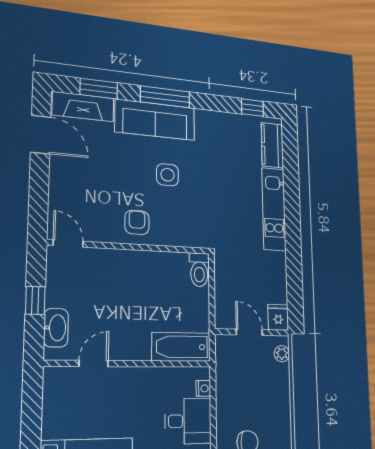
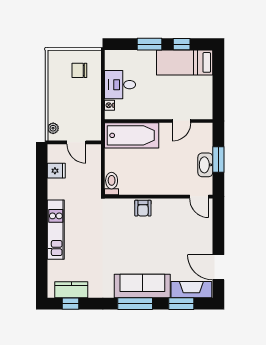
kitchen counter: (272, 145) -> (71, 290), moved, turned -90
side table: (167, 175) -> (134, 248), removed
armchair: (137, 222) -> (143, 208), moved
window: (35, 300) -> (218, 160), width x1.50
fridge: (278, 317) -> (56, 171), moved, turned -90
washbasin: (56, 328) -> (205, 165), moved
bathtub: (181, 347) -> (132, 135), width x1.36, depth x1.36

